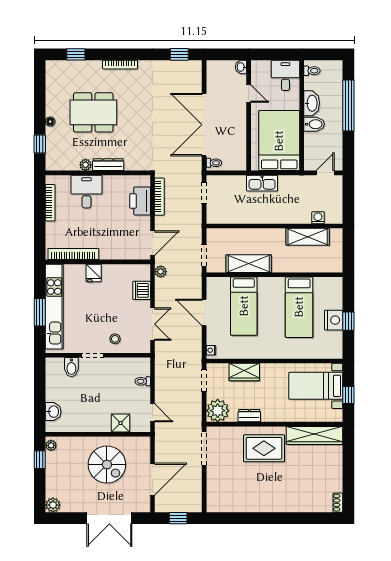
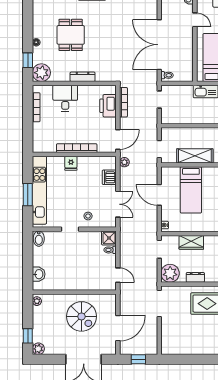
dining table: (93, 112) -> (71, 35), width x0.73
plant: (86, 165) -> (41, 73), moved, width x1.88, depth x1.88
bookcase: (73, 254) -> (77, 148), moved
bidet: (71, 367) -> (39, 239), moved
shower: (121, 423) -> (109, 238), moved
window: (40, 460) -> (28, 336), moved

